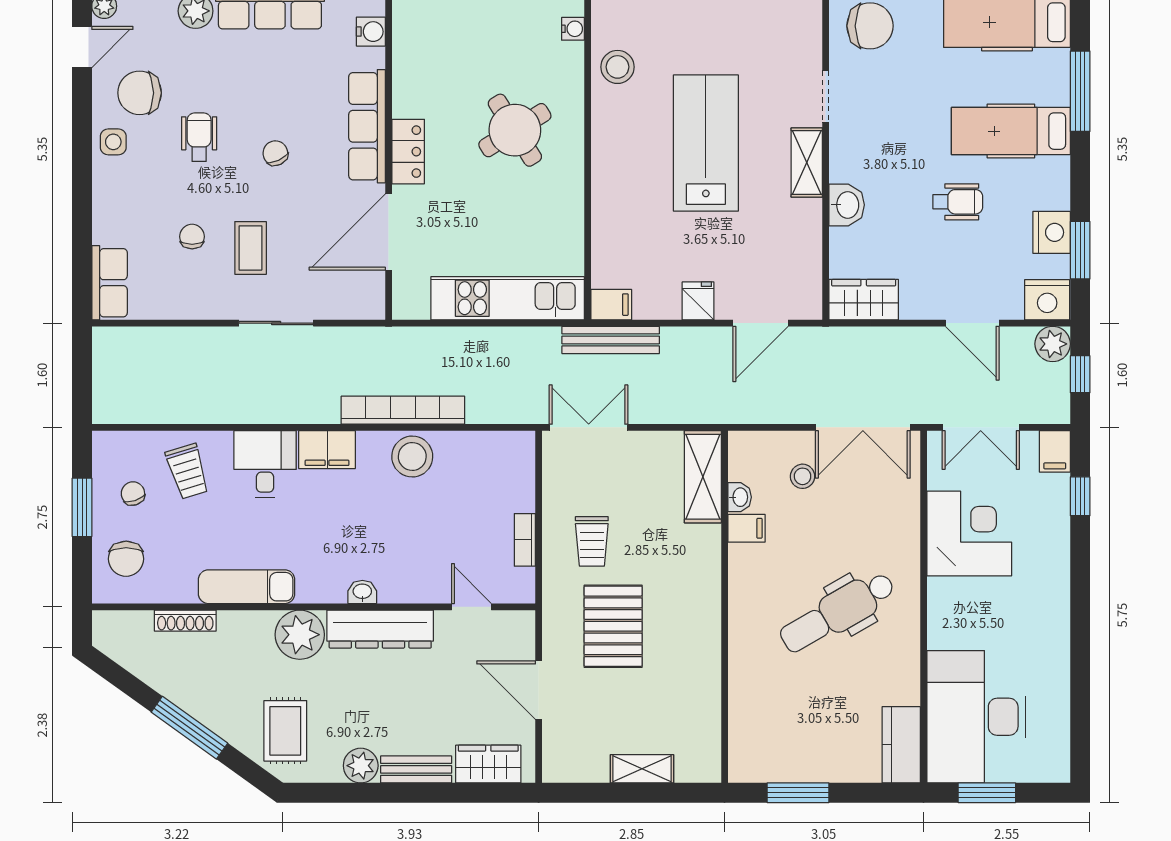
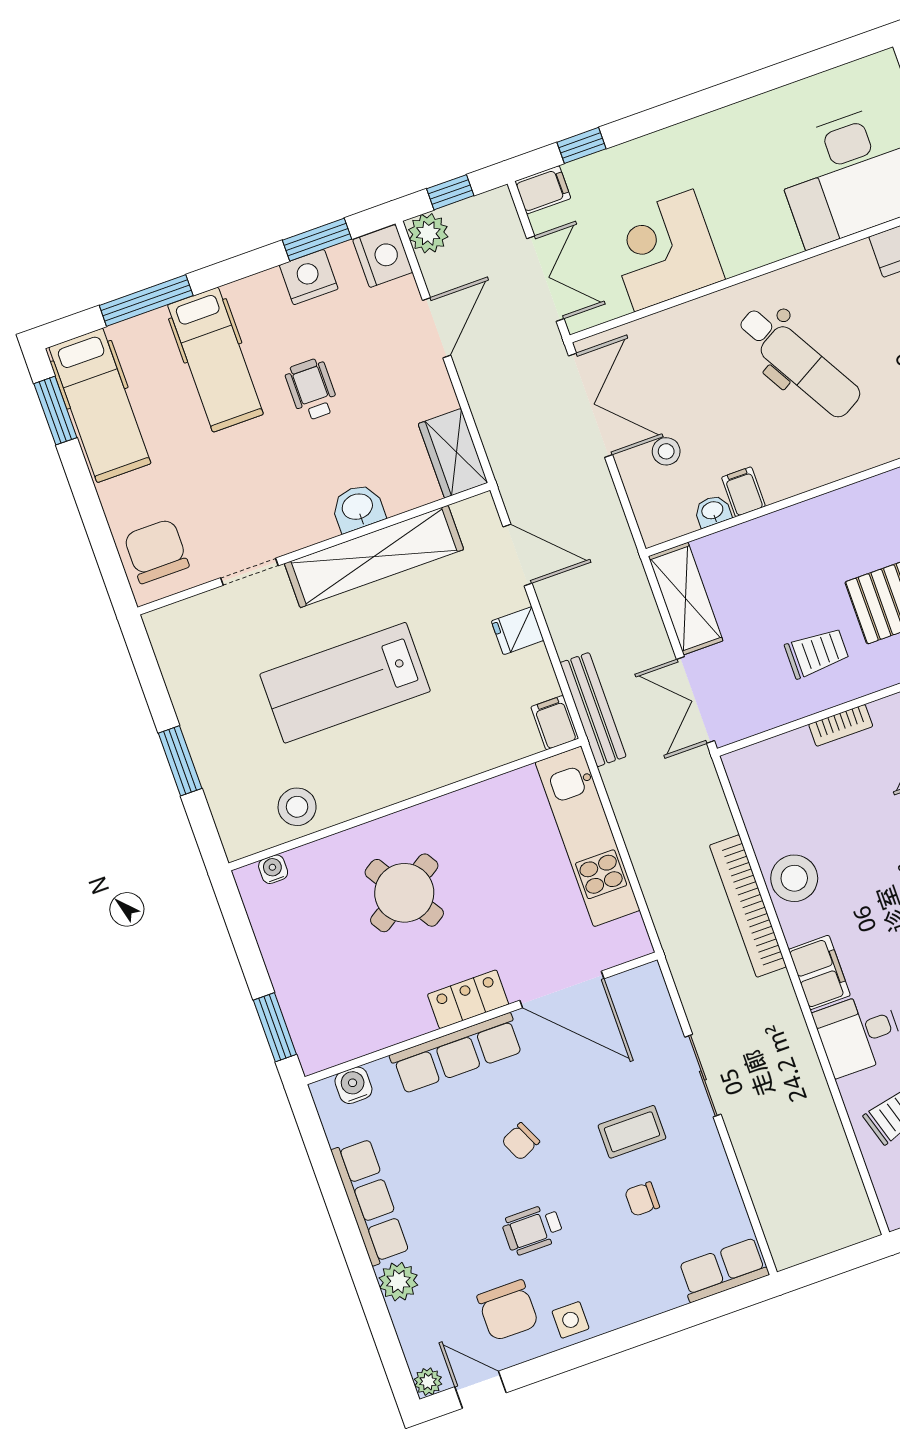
shelving: (807, 163) -> (374, 556), width x2.20, depth x1.33
shelving: (703, 477) -> (686, 599), moved, turned 90

